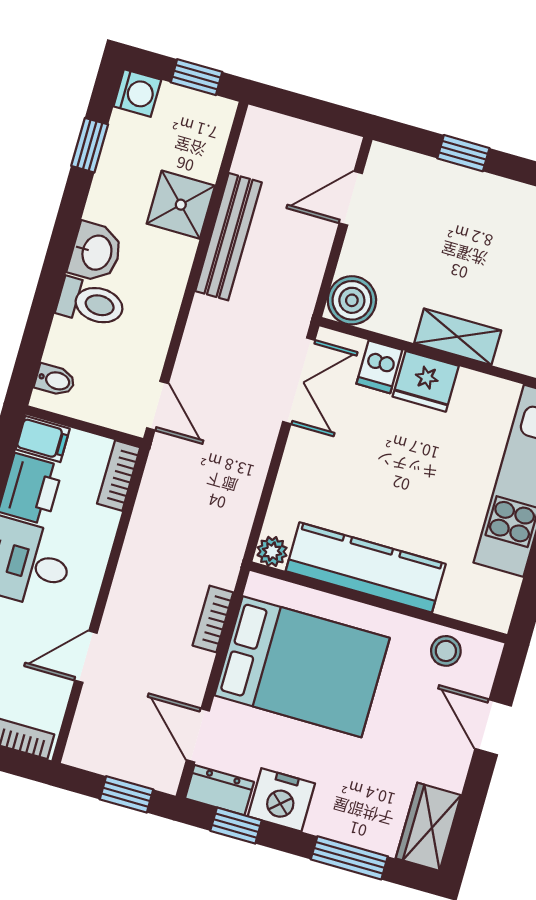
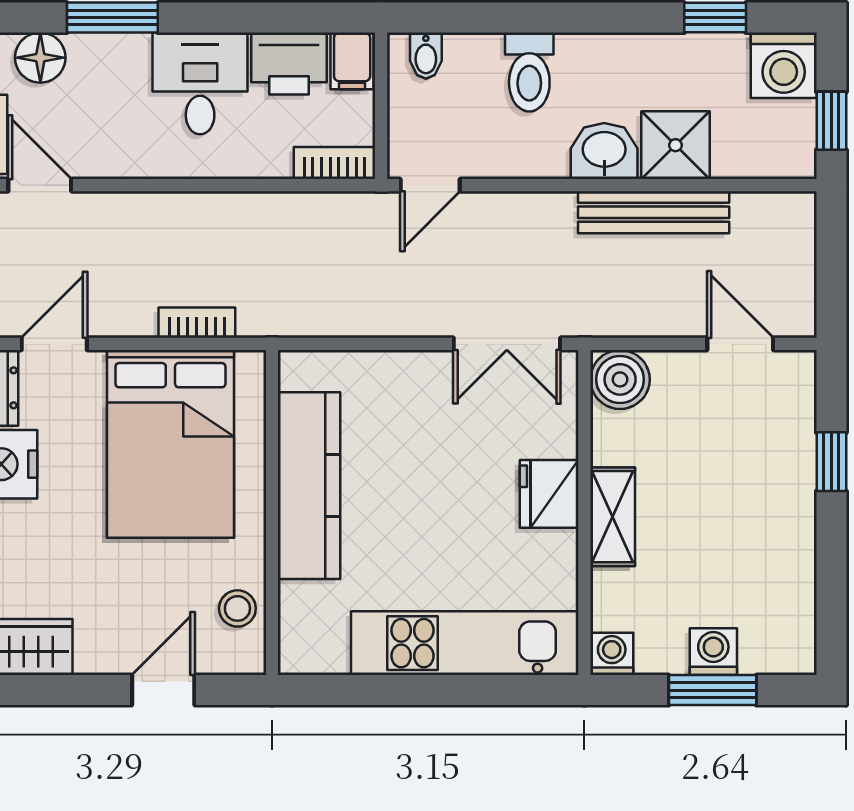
washing machine: (137, 93) -> (784, 65), width x1.38, depth x1.38
washbasin: (96, 252) -> (604, 151), moved, turned 180
dishwasher: (379, 367) -> (551, 434), removed
plant: (272, 551) -> (296, 370), removed
door: (86, 657) -> (40, 185), moved

